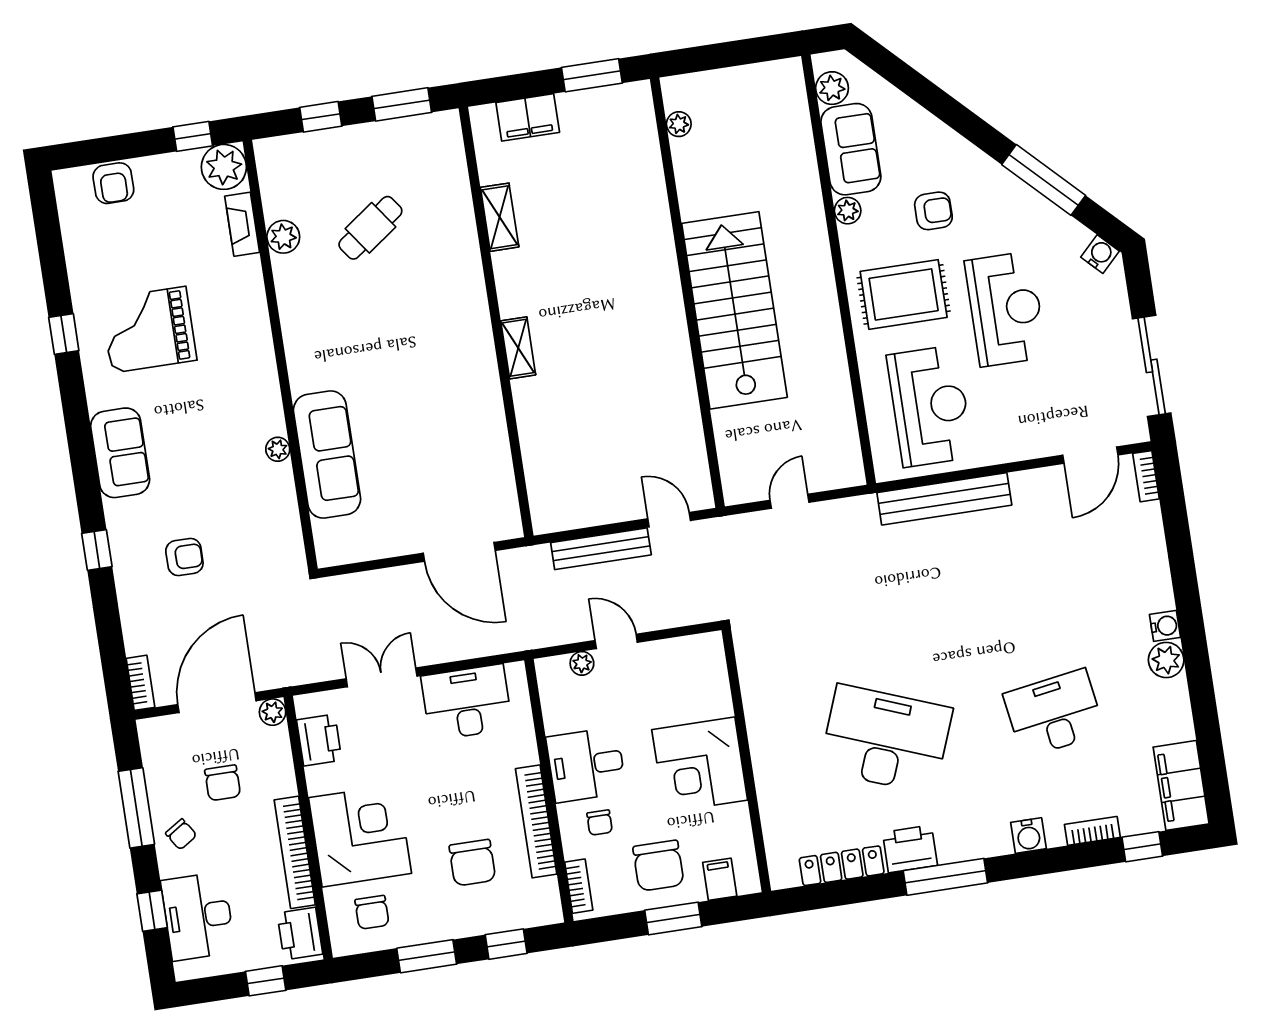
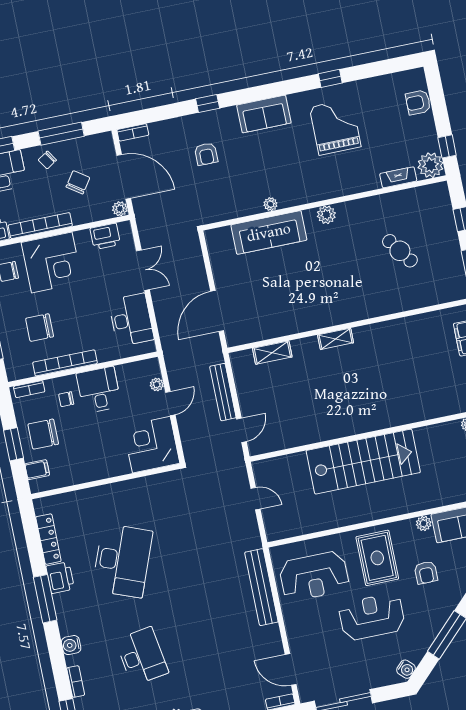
shelving: (500, 217) -> (272, 353), moved
plant: (283, 237) -> (326, 215), moved
reception desk: (1006, 309) -> (372, 617), turned 180
corner desk: (700, 765) -> (151, 445), moved
chair: (223, 783) -> (78, 182), turned 125

